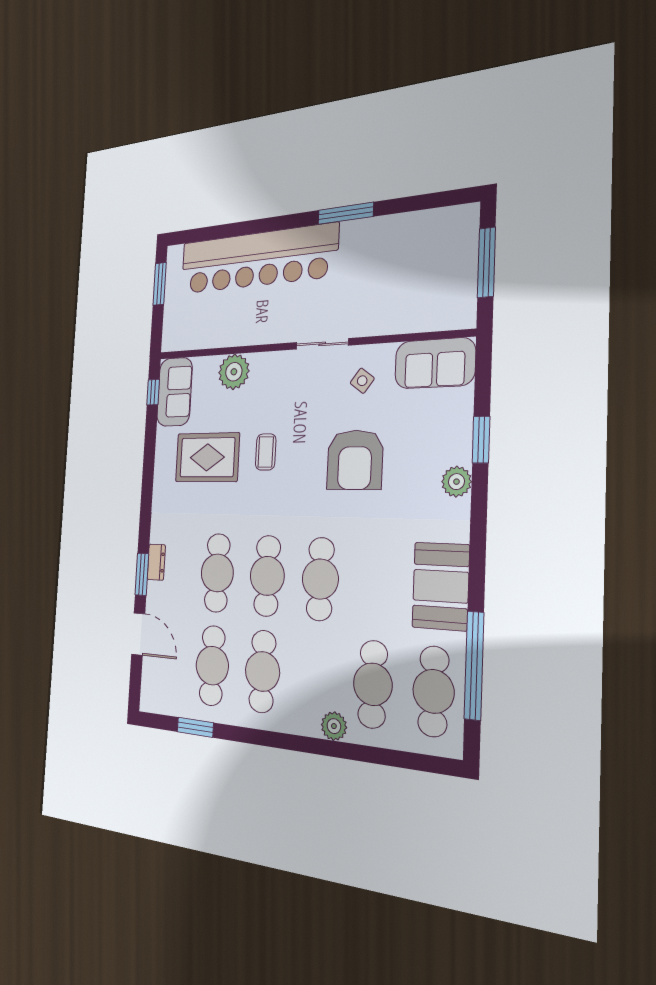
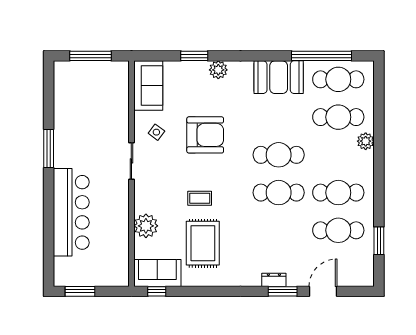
bar counter: (257, 259) -> (71, 212), width x0.73
cafe table: (217, 573) -> (279, 230), removed

